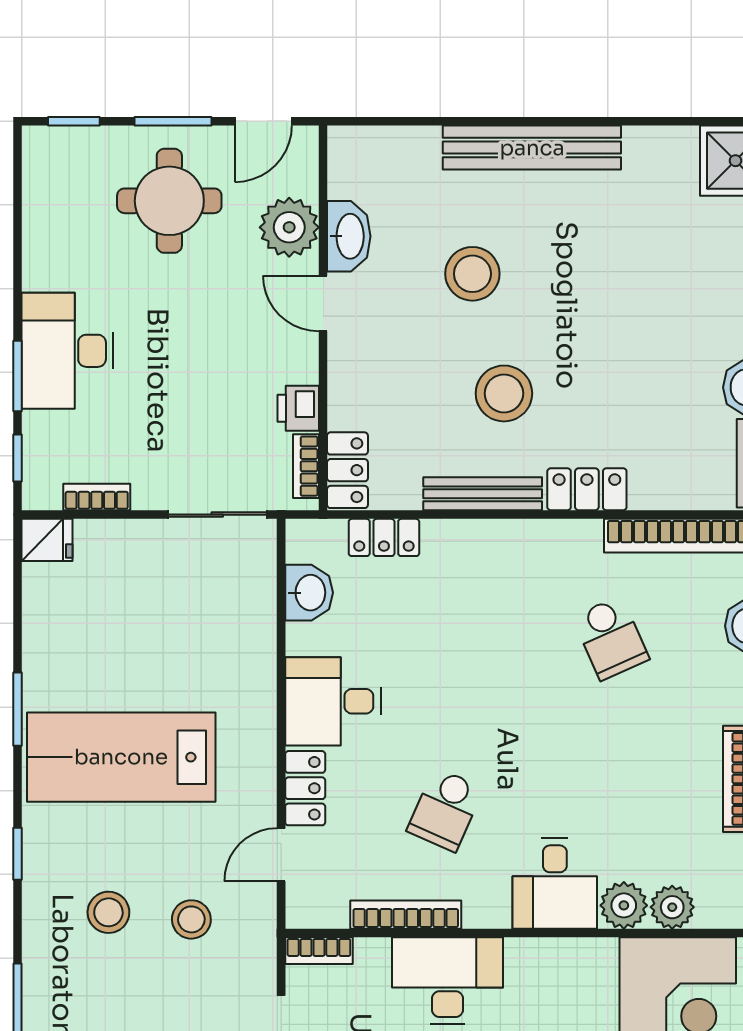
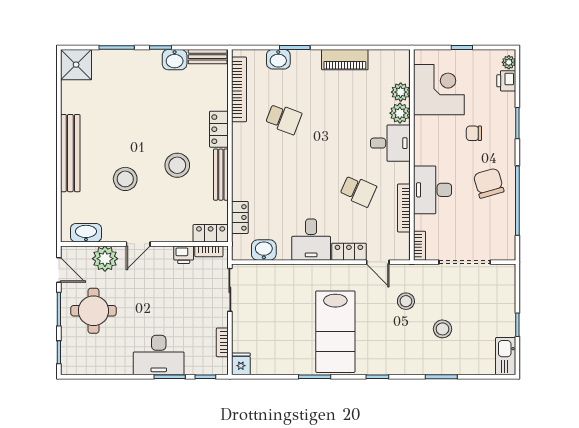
washbasin: (349, 236) -> (86, 233), moved
school desk: (611, 638) -> (284, 119), turned 45
stool: (108, 912) -> (442, 329), moved

